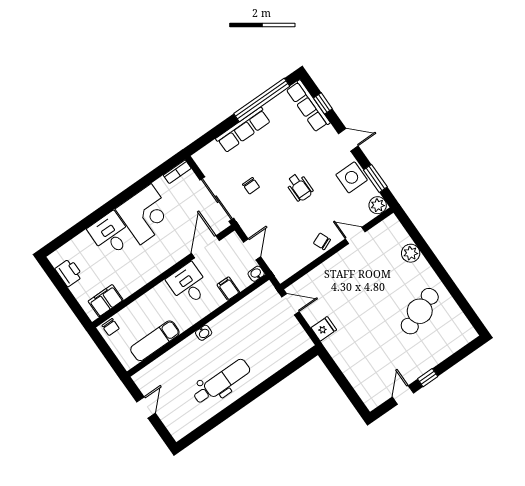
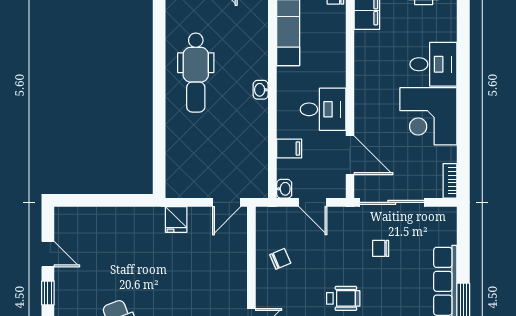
wheelchair: (300, 187) -> (343, 298), turned 180
chair: (322, 241) -> (280, 259), moved

